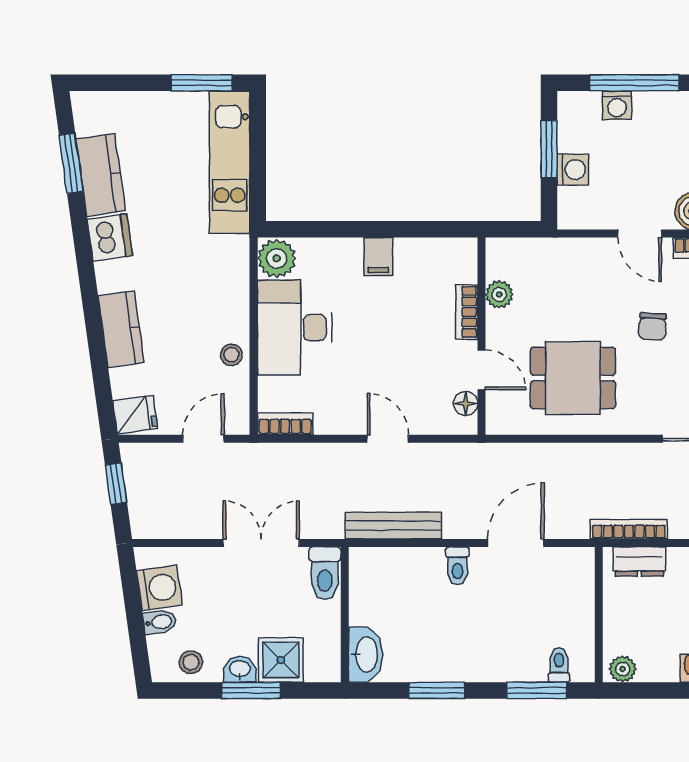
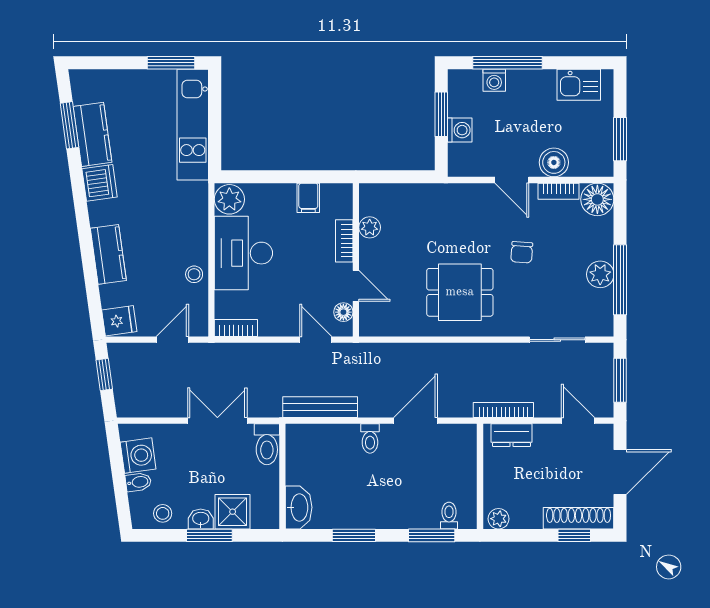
plant: (499, 294) -> (370, 227), moved
bookcase: (467, 312) -> (344, 241), moved
wall: (482, 336) -> (356, 260), moved
door: (482, 370) -> (356, 286), moved
floor lamp: (466, 403) -> (343, 312), moved

